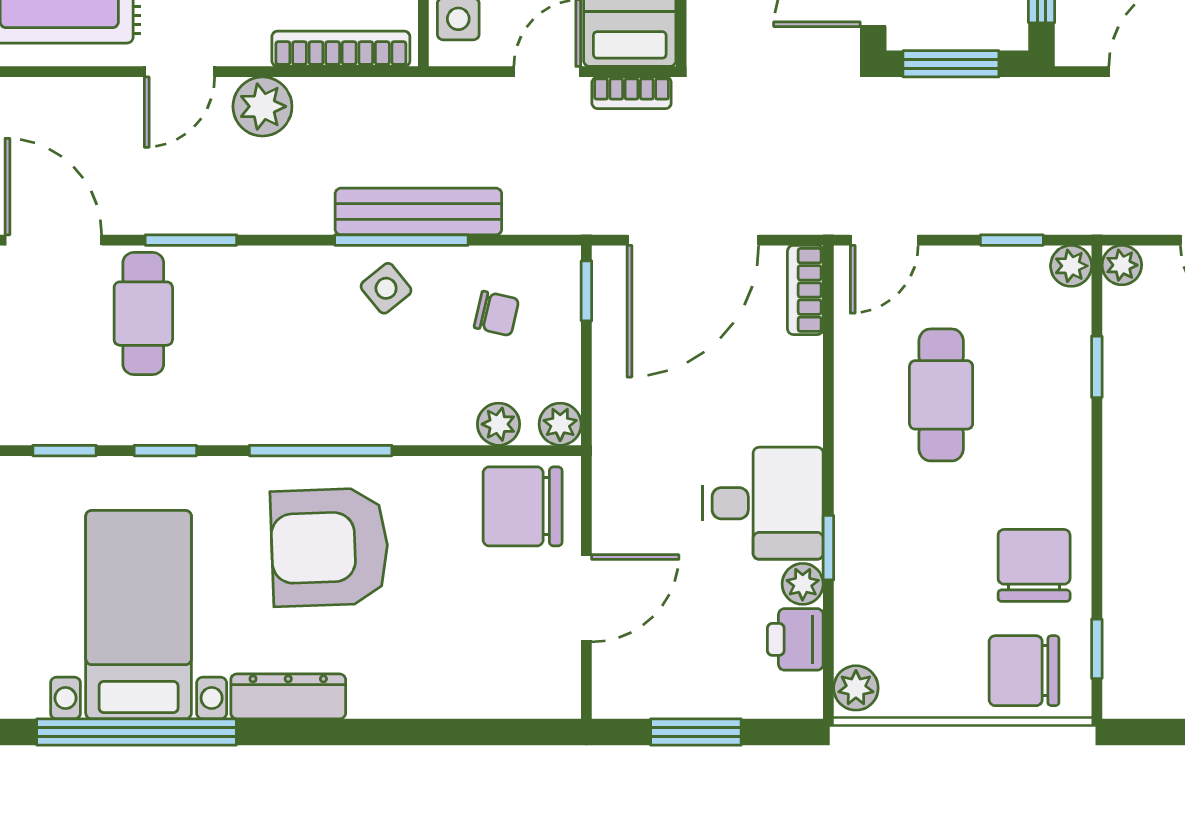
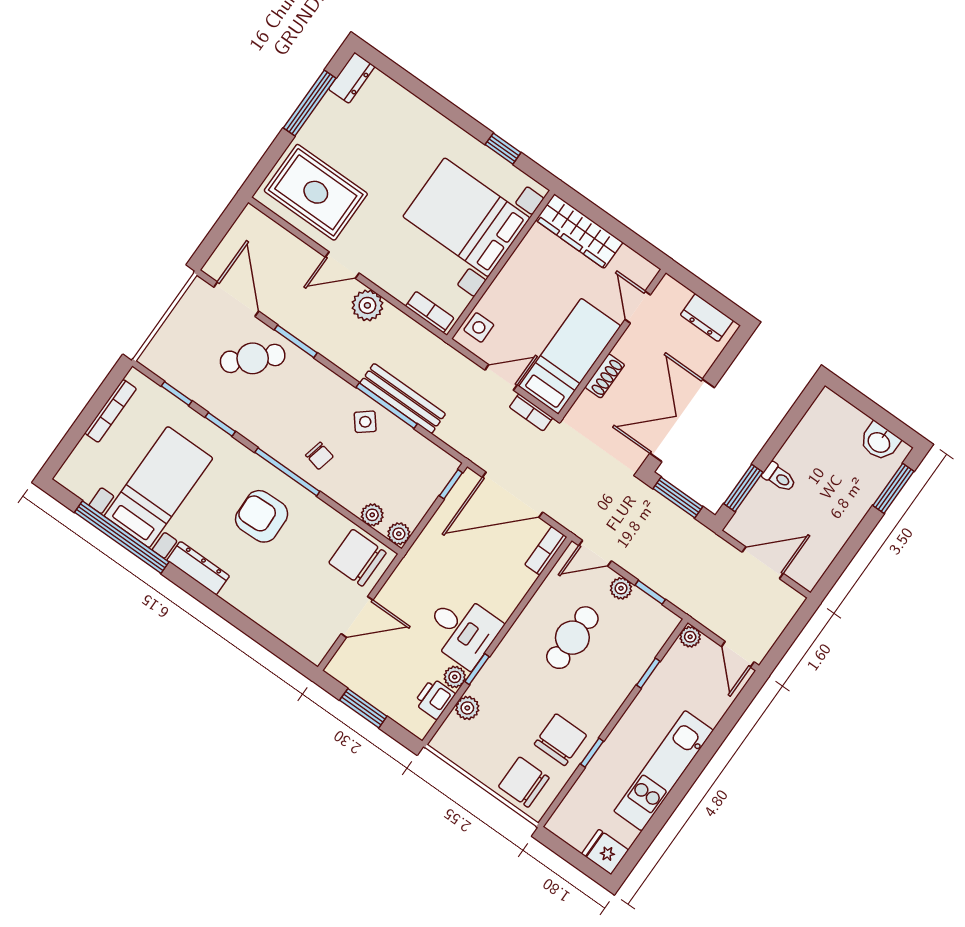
bookcase: (341, 49) -> (430, 312), width x0.64
plant: (1071, 266) -> (621, 588), moved
chair: (496, 313) -> (319, 456), moved
cafe table: (143, 314) -> (253, 358), turned 46
armchair: (330, 547) -> (262, 516), width x0.73, depth x0.73
window: (1097, 649) -> (592, 753), moved
plant: (856, 688) -> (467, 708), moved

